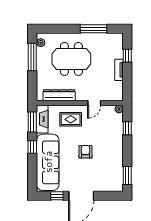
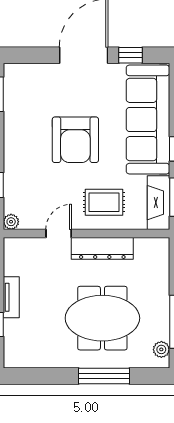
window: (93, 29) -> (104, 376), moved
dresser: (59, 95) -> (102, 248), moved
armchair: (85, 152) -> (75, 140), width x1.88, depth x1.88

